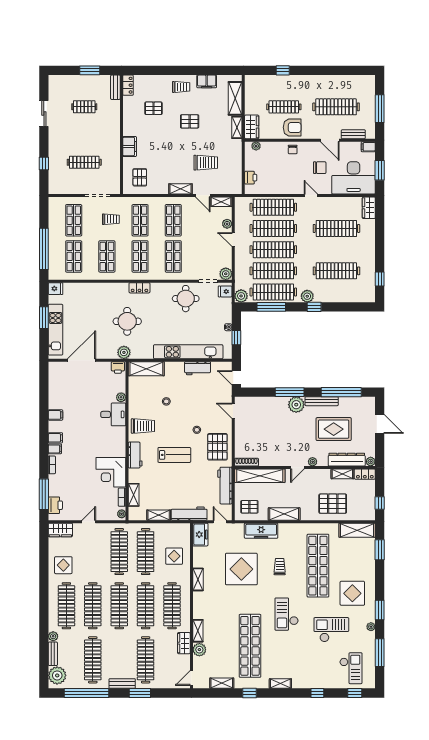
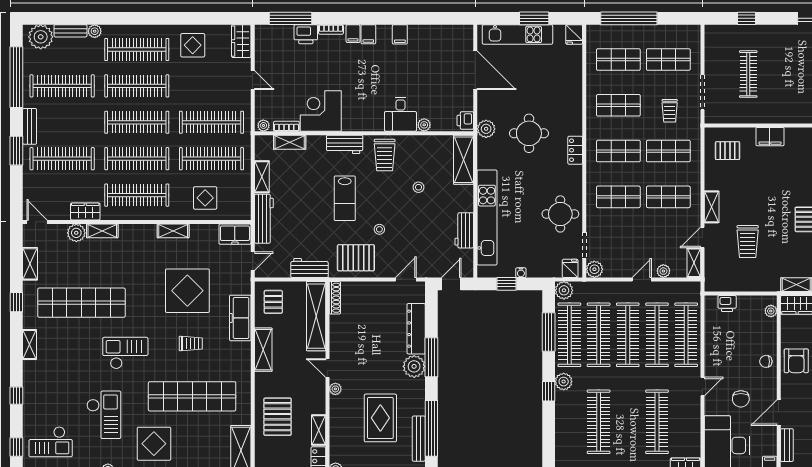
bench: (322, 401) -> (419, 439), moved
dresser: (347, 460) -> (416, 329), moved, turned 180
workbench: (225, 486) -> (309, 268), width x0.73
printer: (55, 505) -> (306, 34), moved

